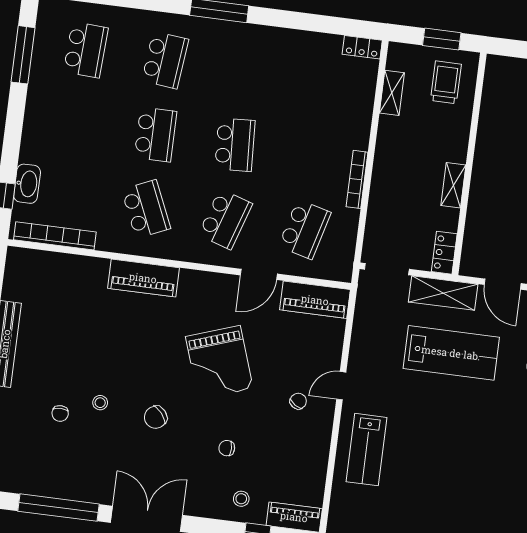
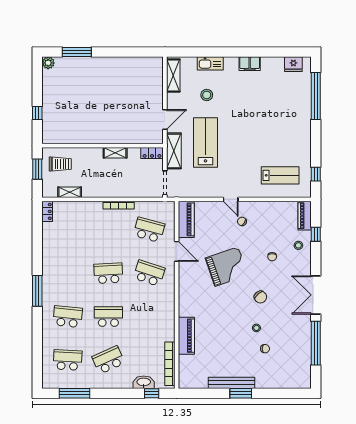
trolley: (446, 82) -> (60, 164), turned 180
school desk: (146, 209) -> (108, 360), moved
piano: (143, 278) -> (186, 336), moved
lab bench: (366, 450) -> (280, 175), moved

